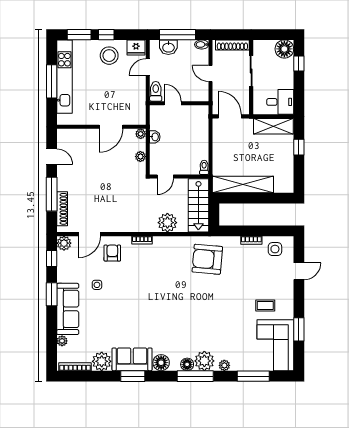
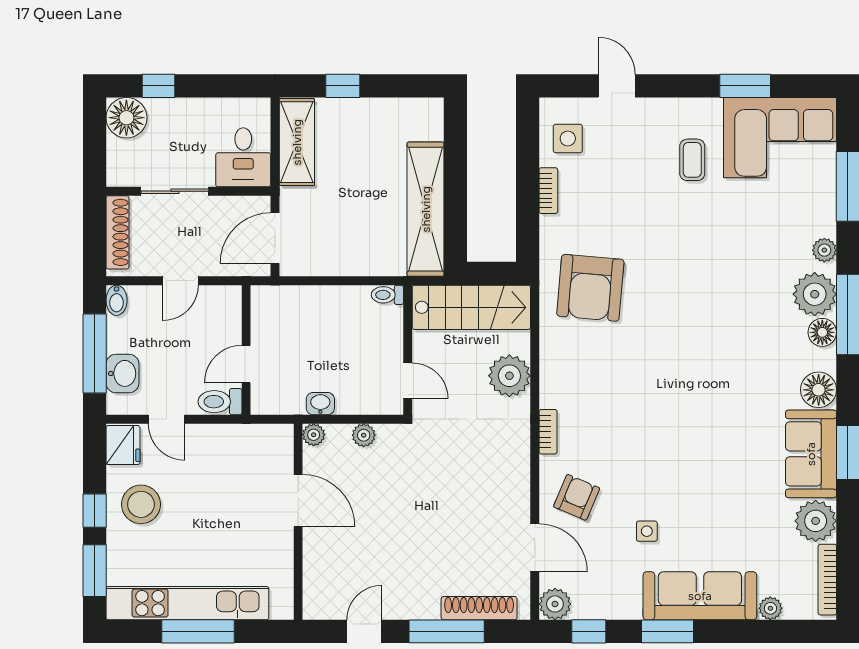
desk: (280, 102) -> (243, 157), moved, turned 180
armchair: (112, 253) -> (577, 497), turned 113

